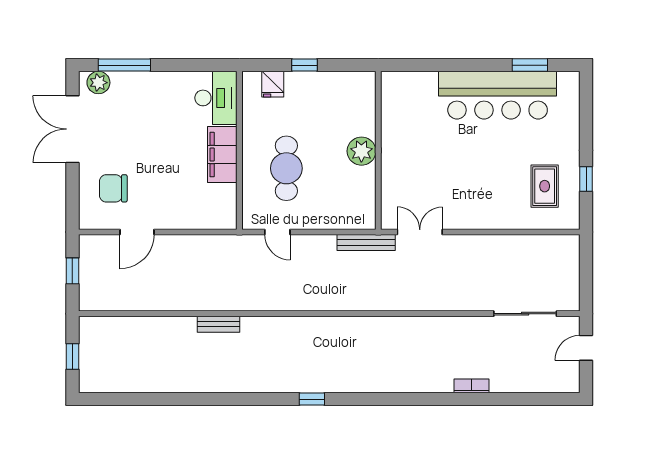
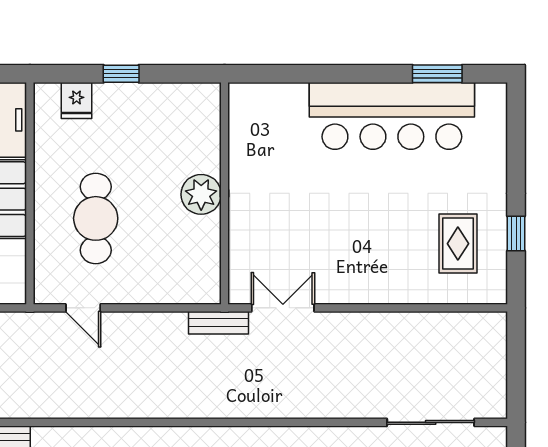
bench: (366, 243) -> (218, 323), width x0.73

